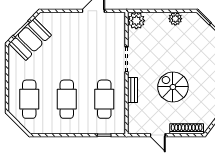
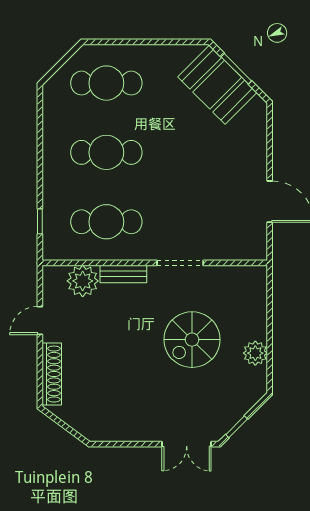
plant: (136, 21) -> (83, 281), moved
spiral stairs: (173, 87) -> (192, 340), moved, turned 180

